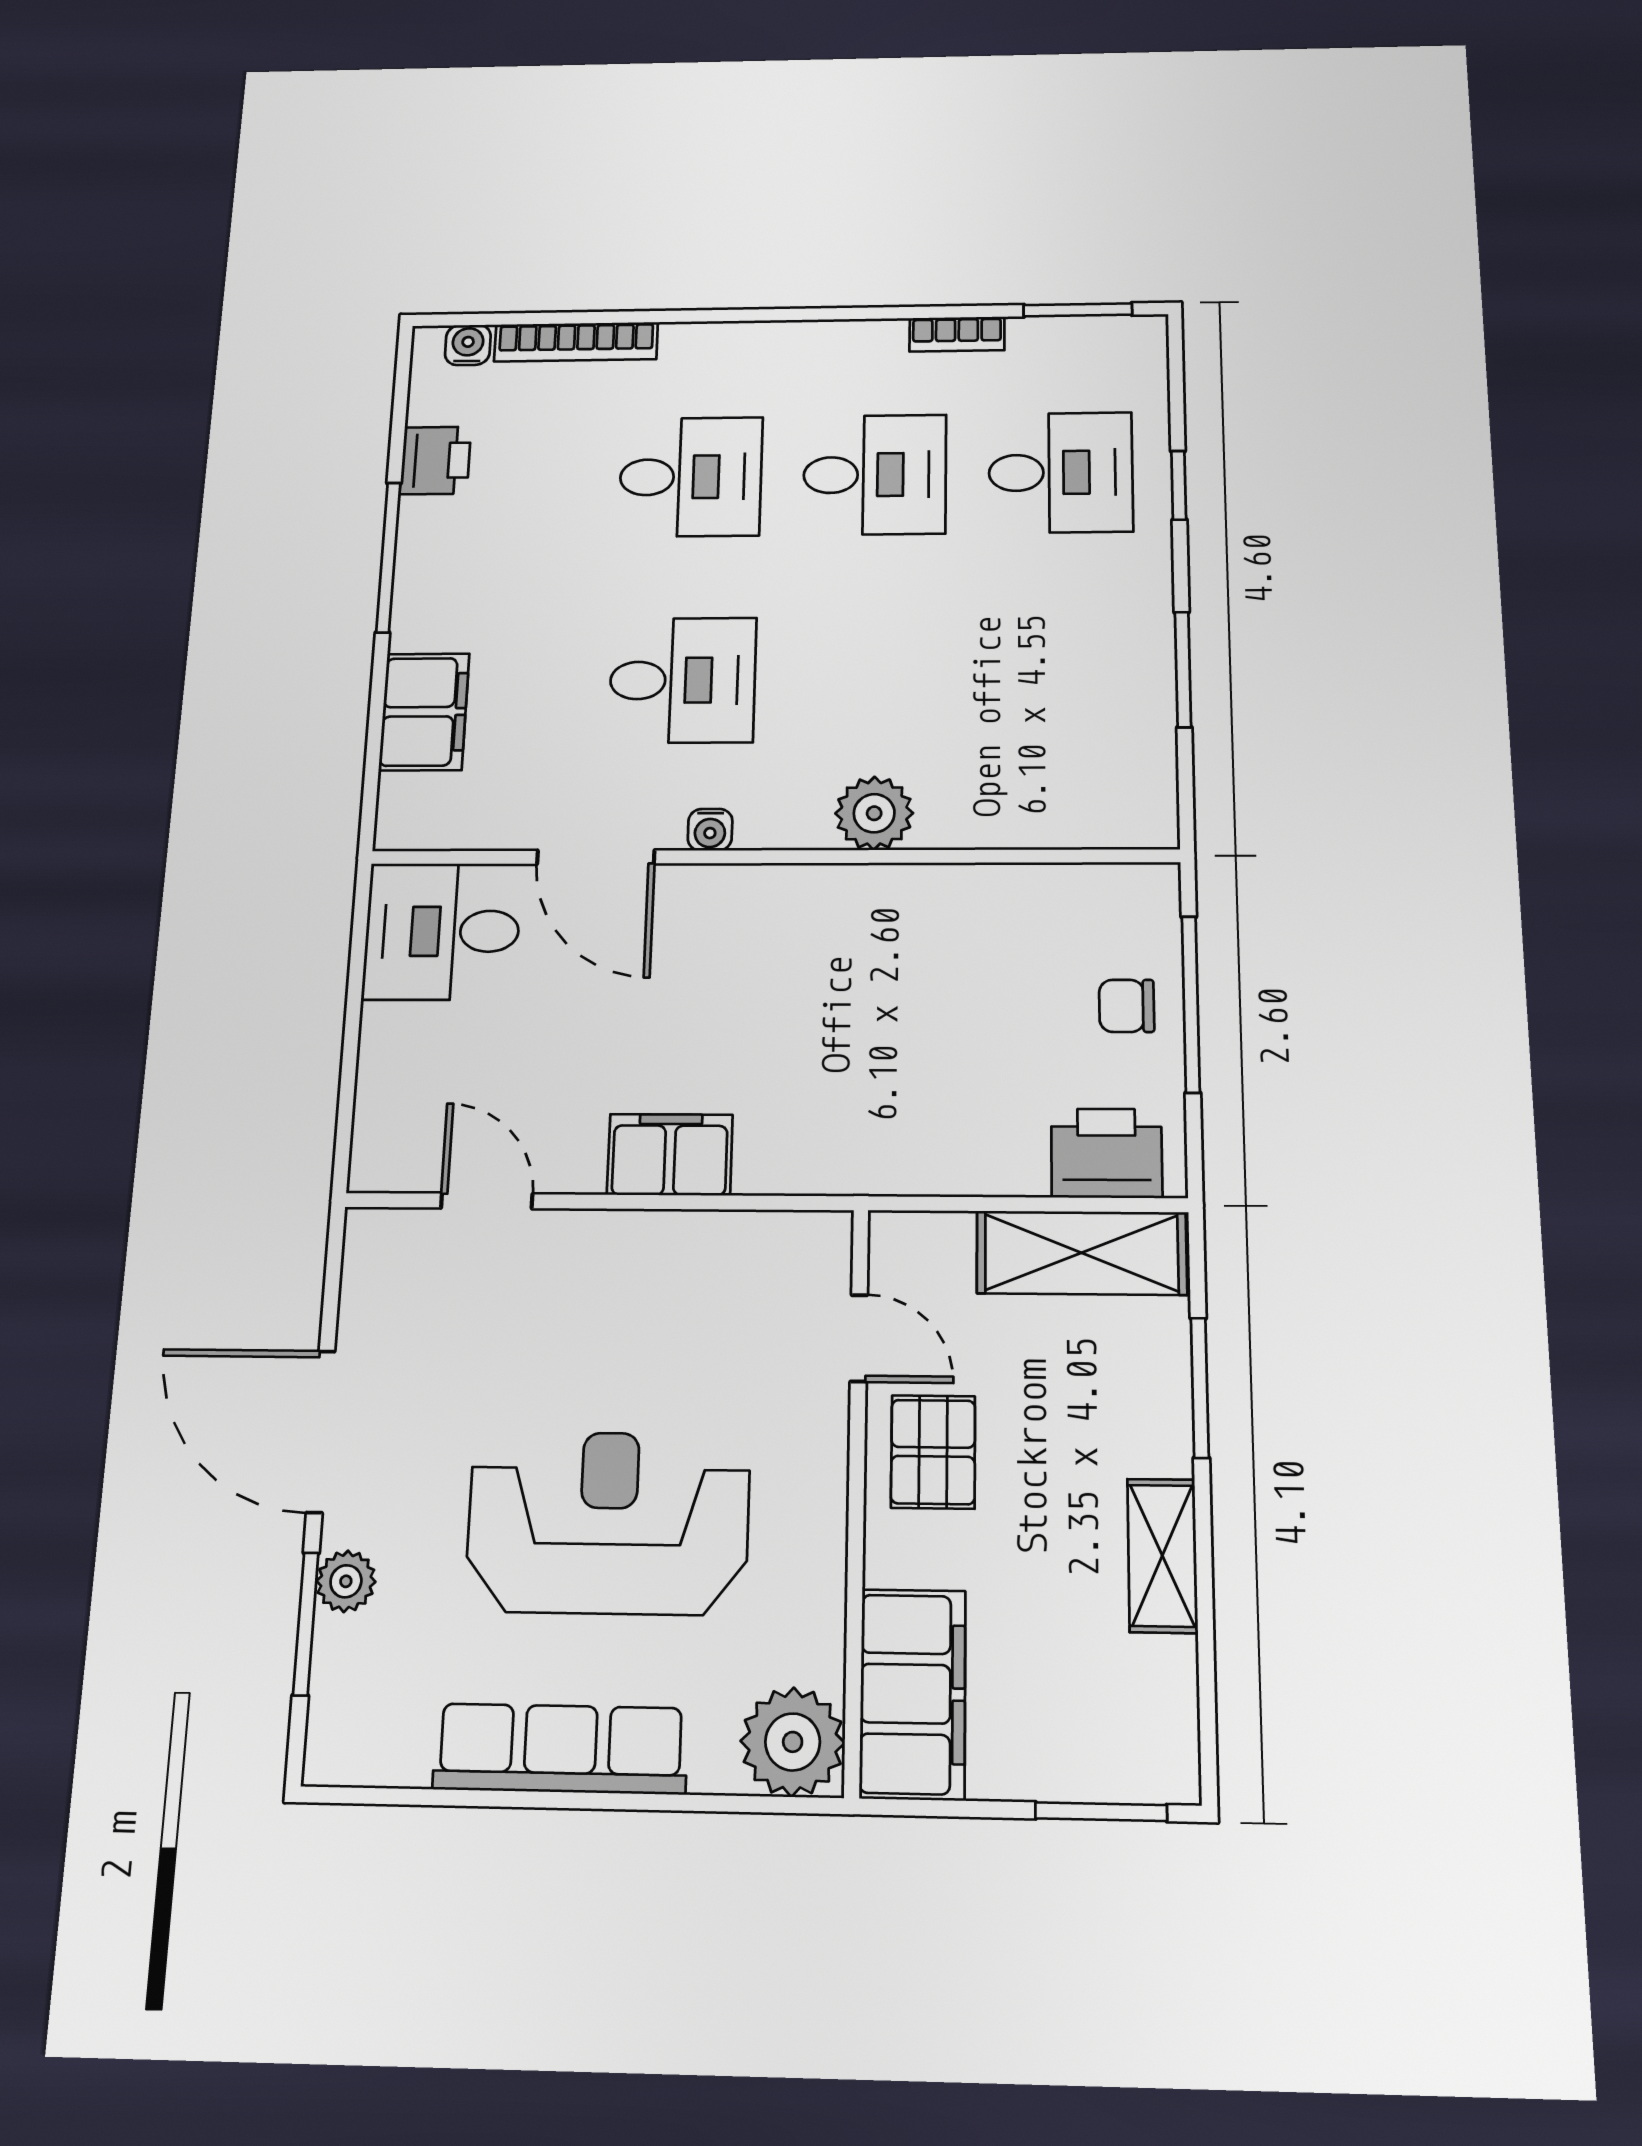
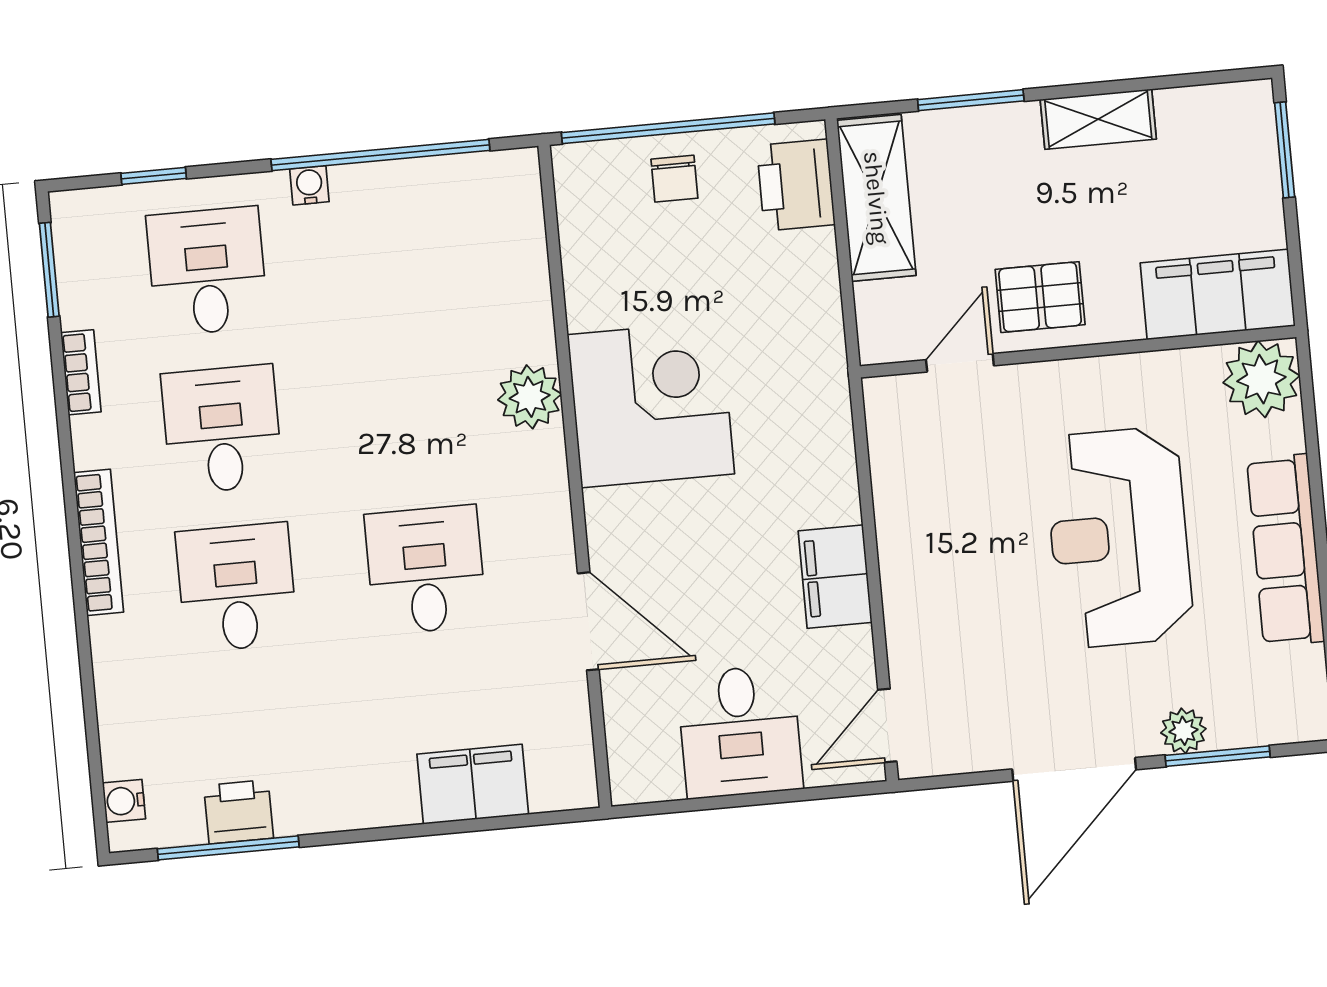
bookcase: (576, 342) -> (99, 542), moved
window: (1179, 485) -> (154, 176), moved
window: (388, 557) -> (228, 848), moved
window: (1183, 669) -> (380, 155), width x2.11
water cooler: (710, 830) -> (309, 185), moved, turned -90
door: (596, 857) -> (588, 621), hinge flipped
desk: (442, 931) -> (740, 732), moved
corner desk: (849, 953) -> (651, 404), added
window: (1191, 1004) -> (668, 128), width x1.46
filing cabinet: (670, 1155) -> (835, 577), moved
door: (487, 1201) -> (887, 726), moved

